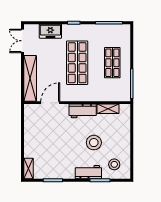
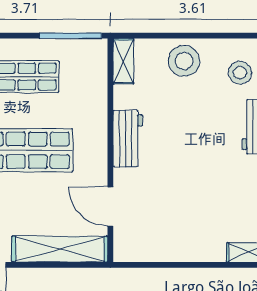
shelving: (108, 109) -> (123, 61), moved
stool: (94, 143) -> (184, 61), moved

